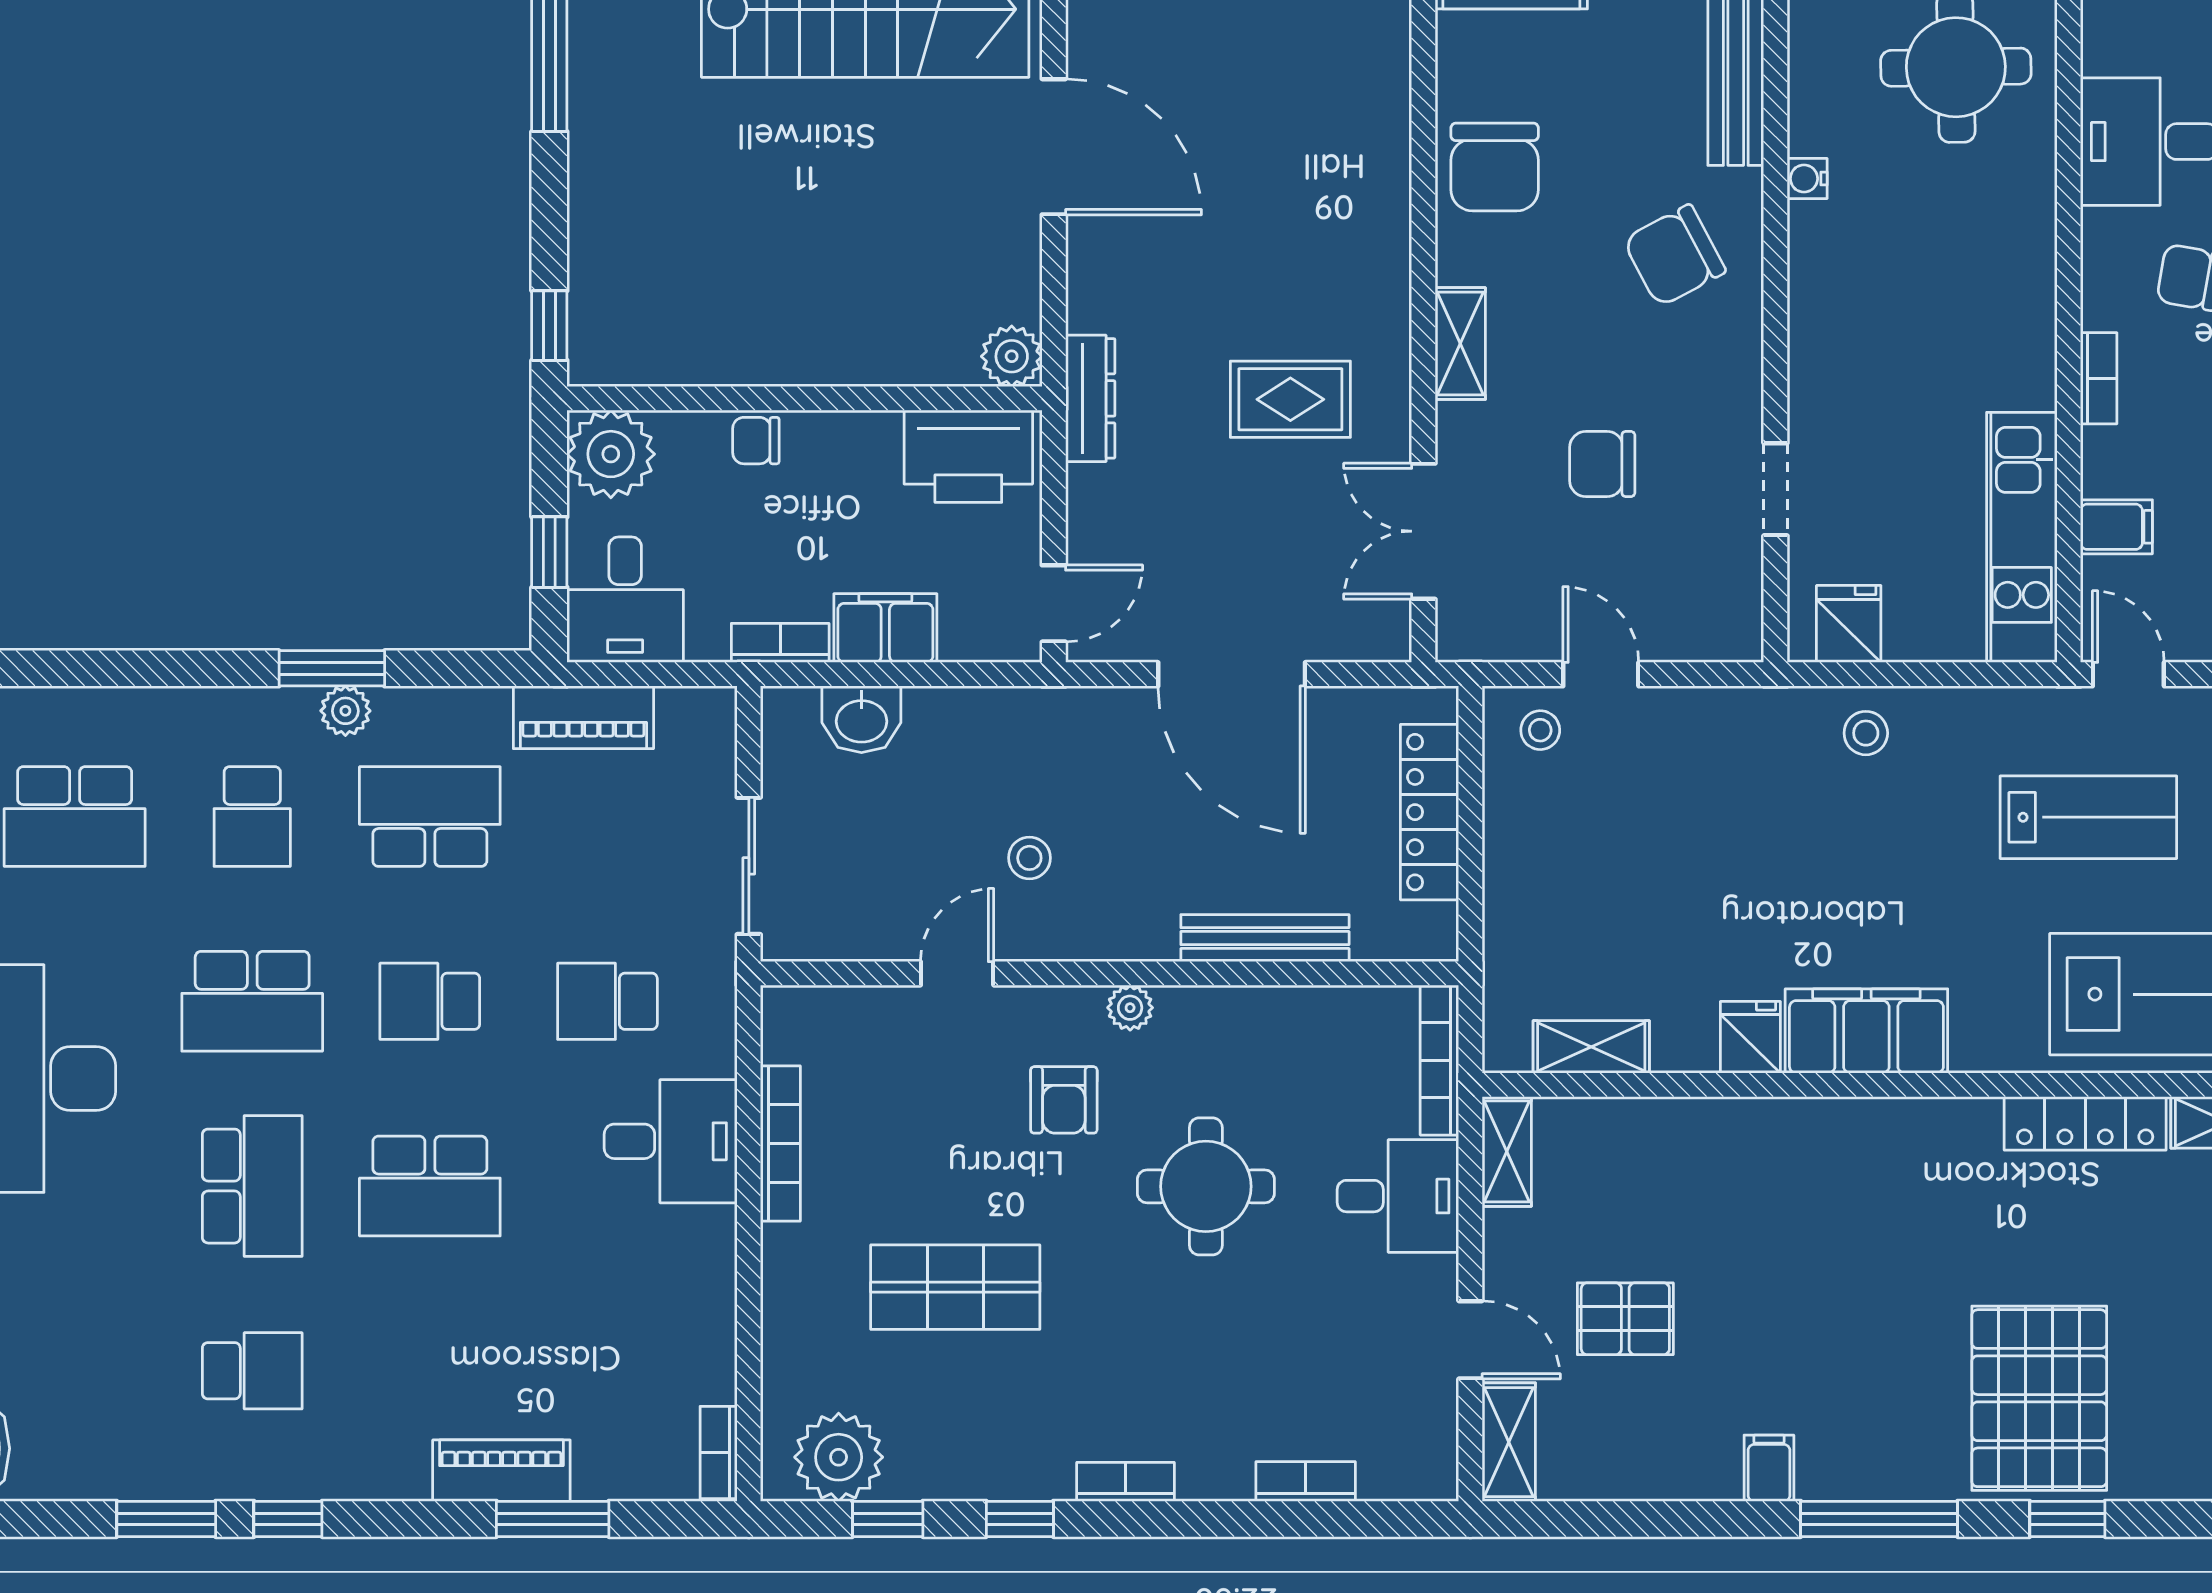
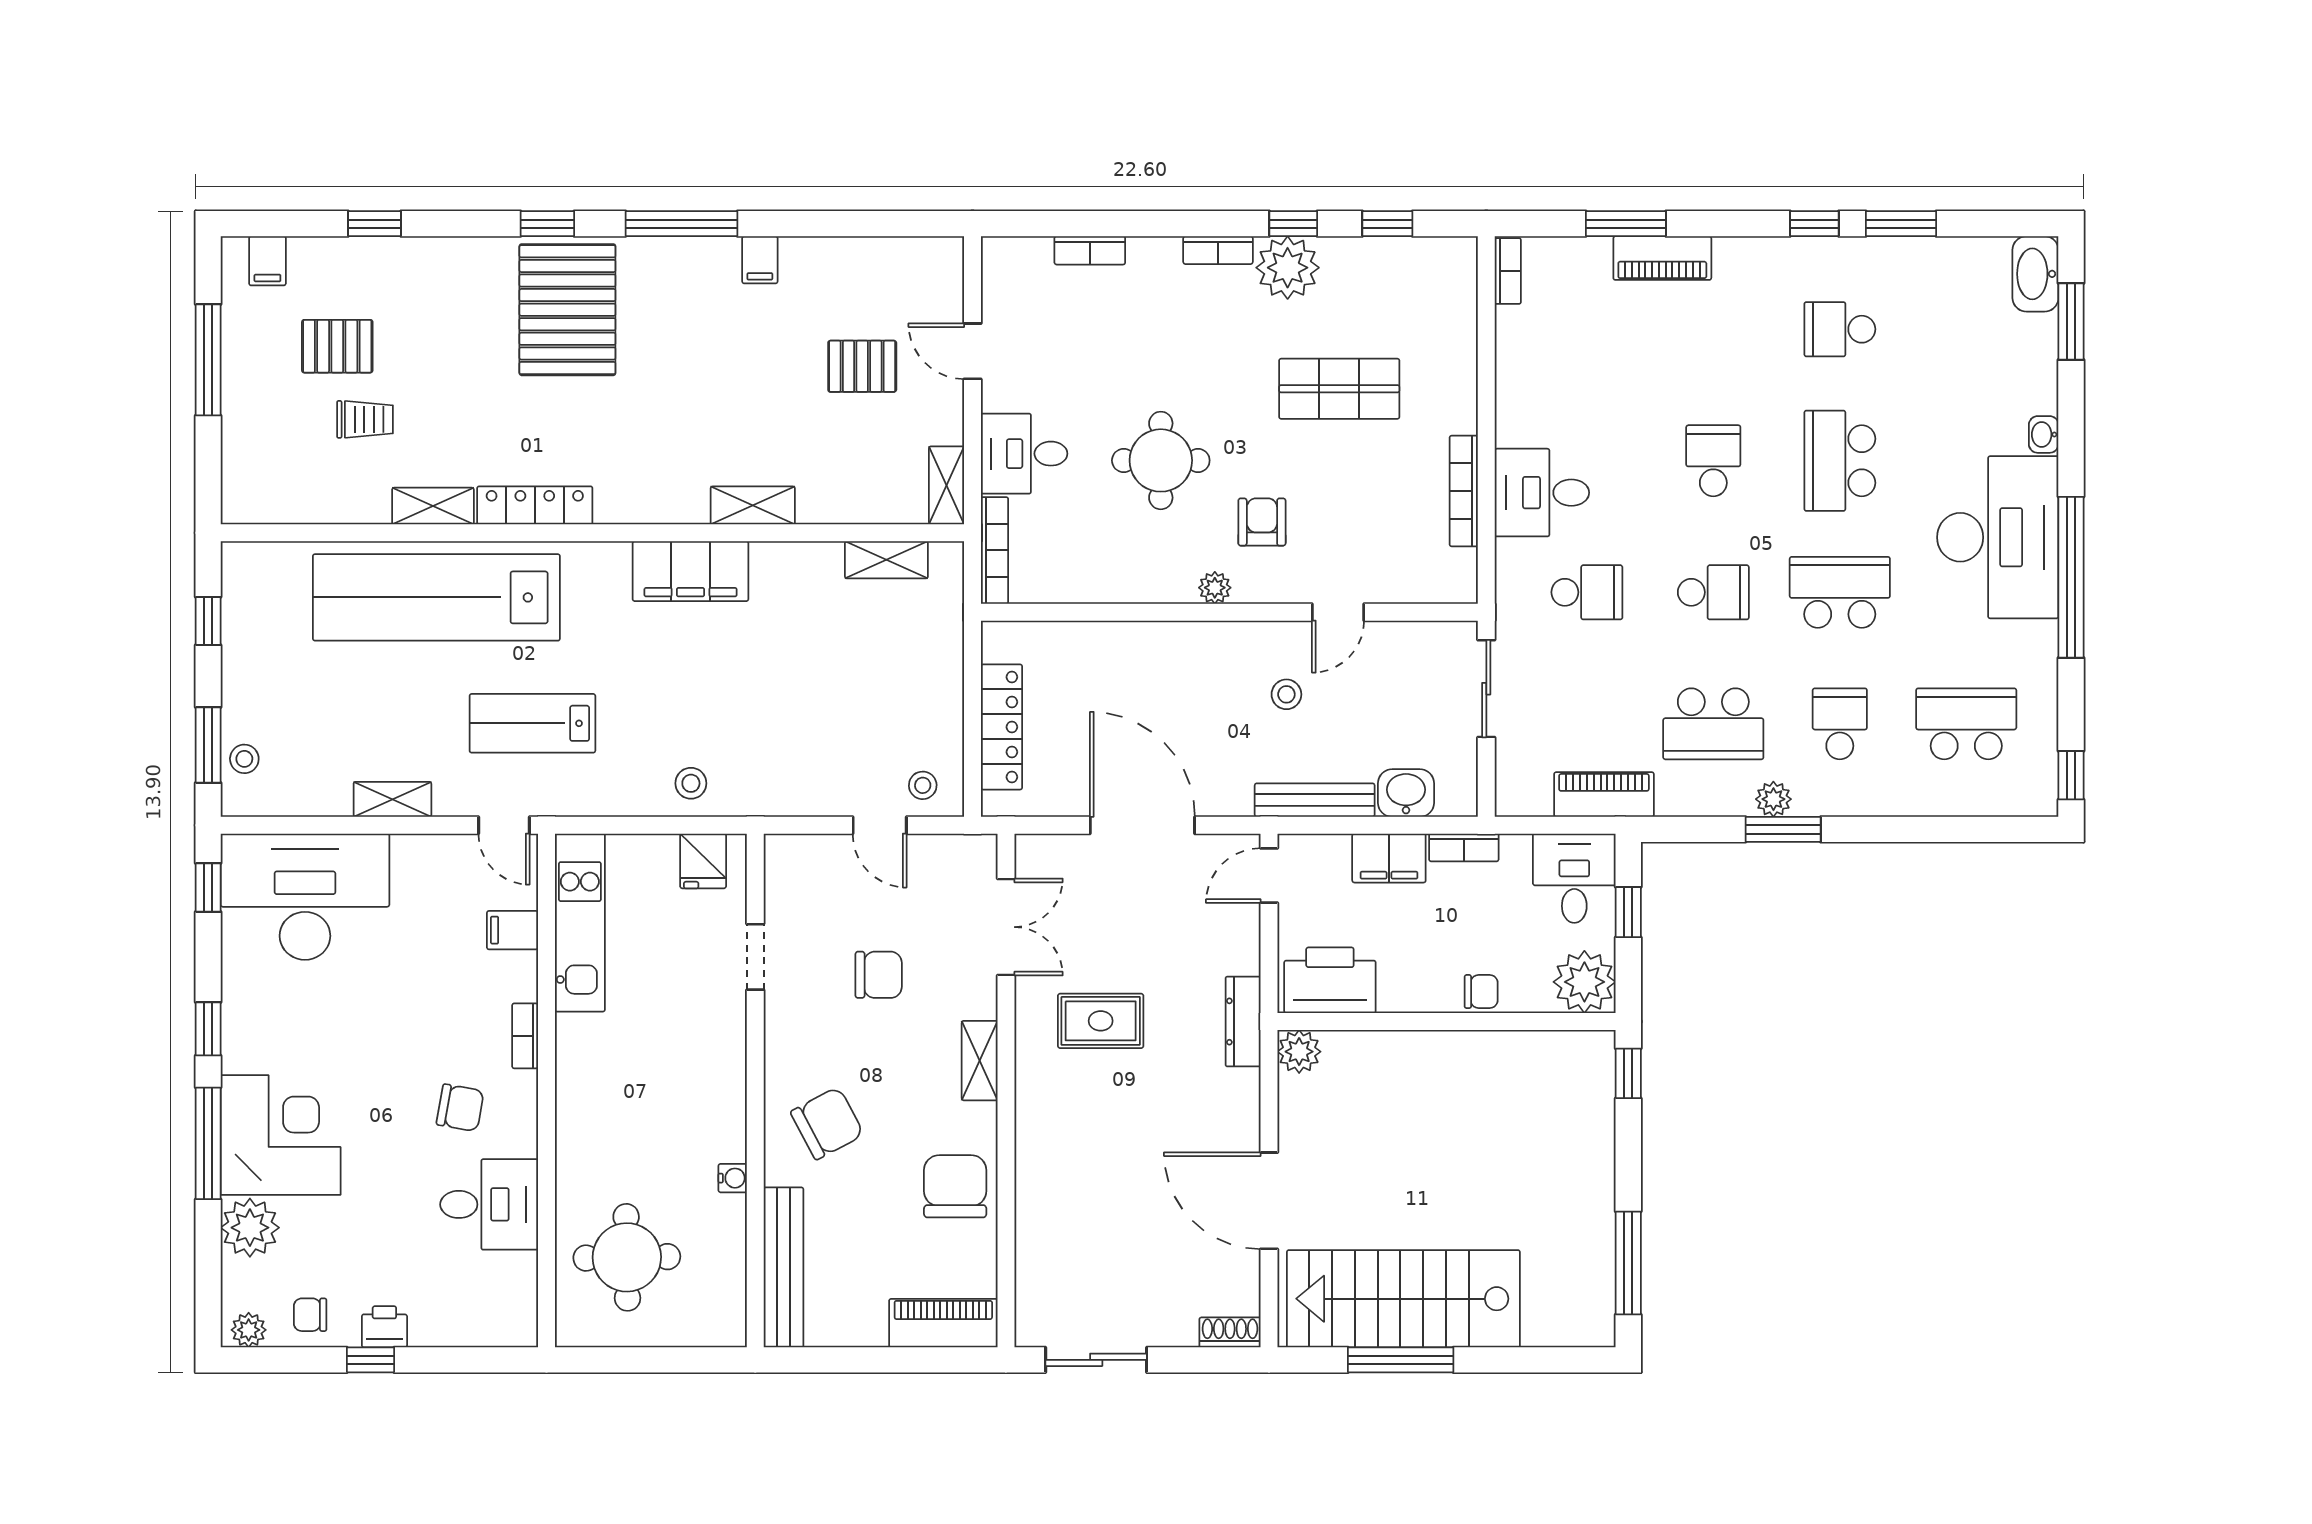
bench: (1265, 938) -> (1315, 800), moved
fridge: (1750, 1037) -> (773, 567), removed
school desk: (430, 1186) -> (1713, 461), width x0.54
shelving: (1509, 1442) -> (753, 505), moved, turned 90
plant: (839, 1457) -> (1288, 268), moved

